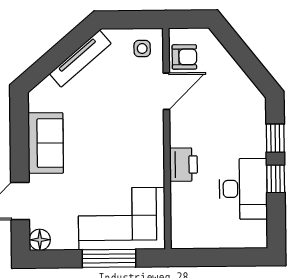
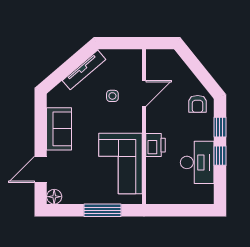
side table: (142, 49) -> (112, 96), moved
armchair: (184, 57) -> (198, 104), moved, turned 90
corner sofa: (122, 219) -> (121, 164), moved, turned -90

